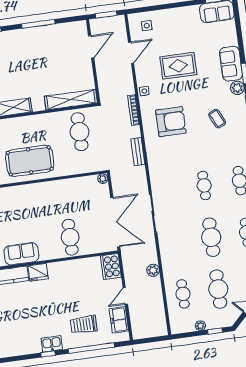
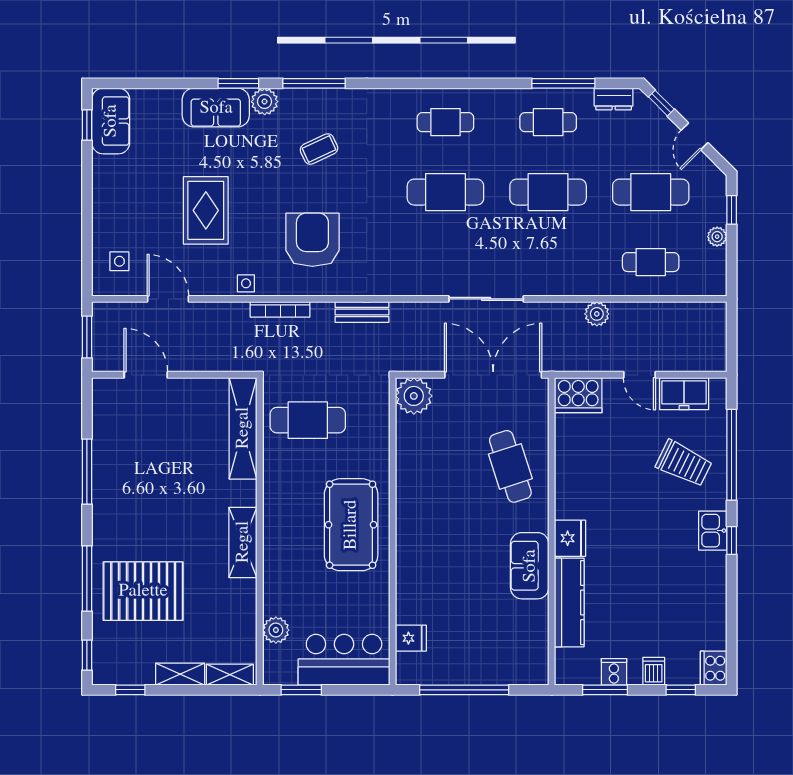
plant: (103, 179) -> (414, 396), width x1.88, depth x1.88
cafe table: (204, 185) -> (445, 192), width x1.37, depth x1.35
cafe table: (70, 237) -> (510, 466), turned 72
trolley: (84, 325) -> (684, 463), turned -64

